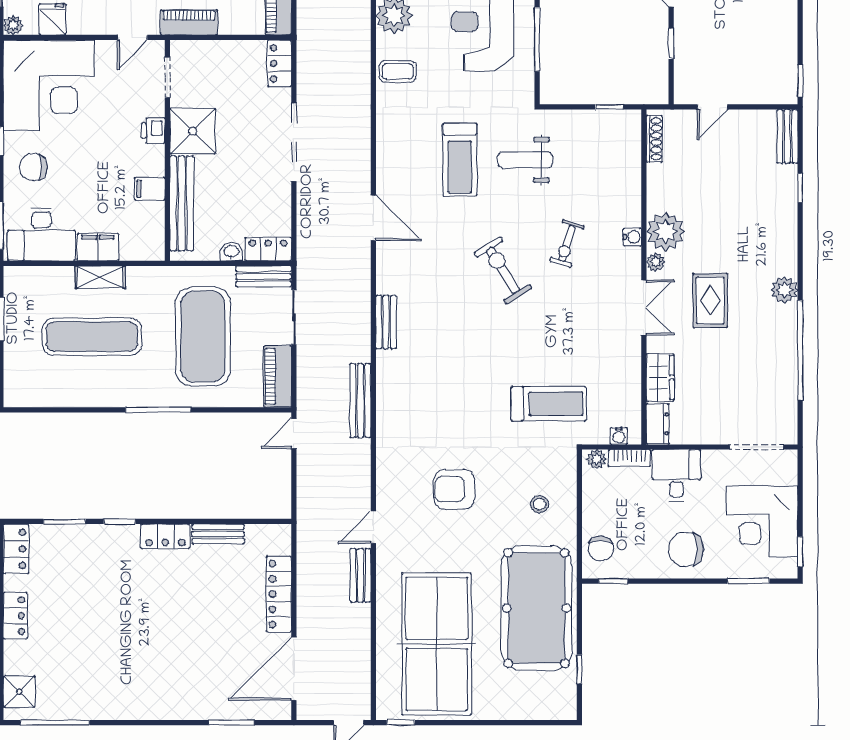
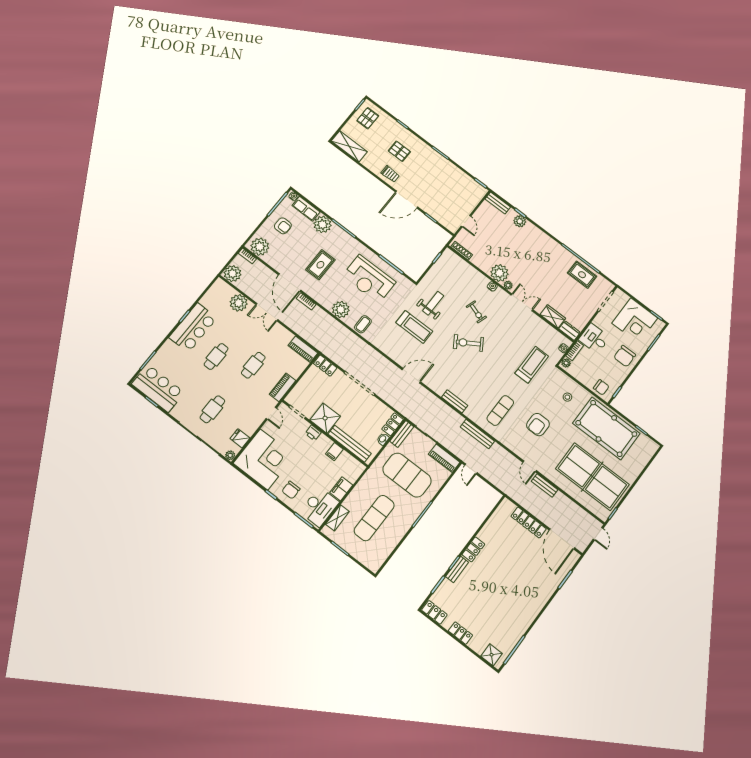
weight bench: (525, 160) -> (433, 303), turned 180
shelving: (100, 277) -> (338, 518), moved
plant: (784, 290) -> (520, 221), moved
rug: (710, 300) -> (582, 275), moved
exercise mat: (430, 409) -> (500, 411), added
bench: (218, 534) -> (457, 569), moved

